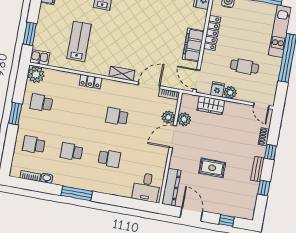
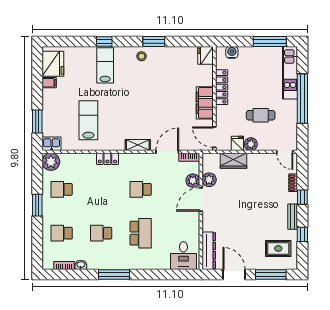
school desk: (109, 158) -> (141, 233), width x1.85
rug: (212, 168) -> (278, 248), moved
window: (226, 221) -> (271, 274), width x2.17

